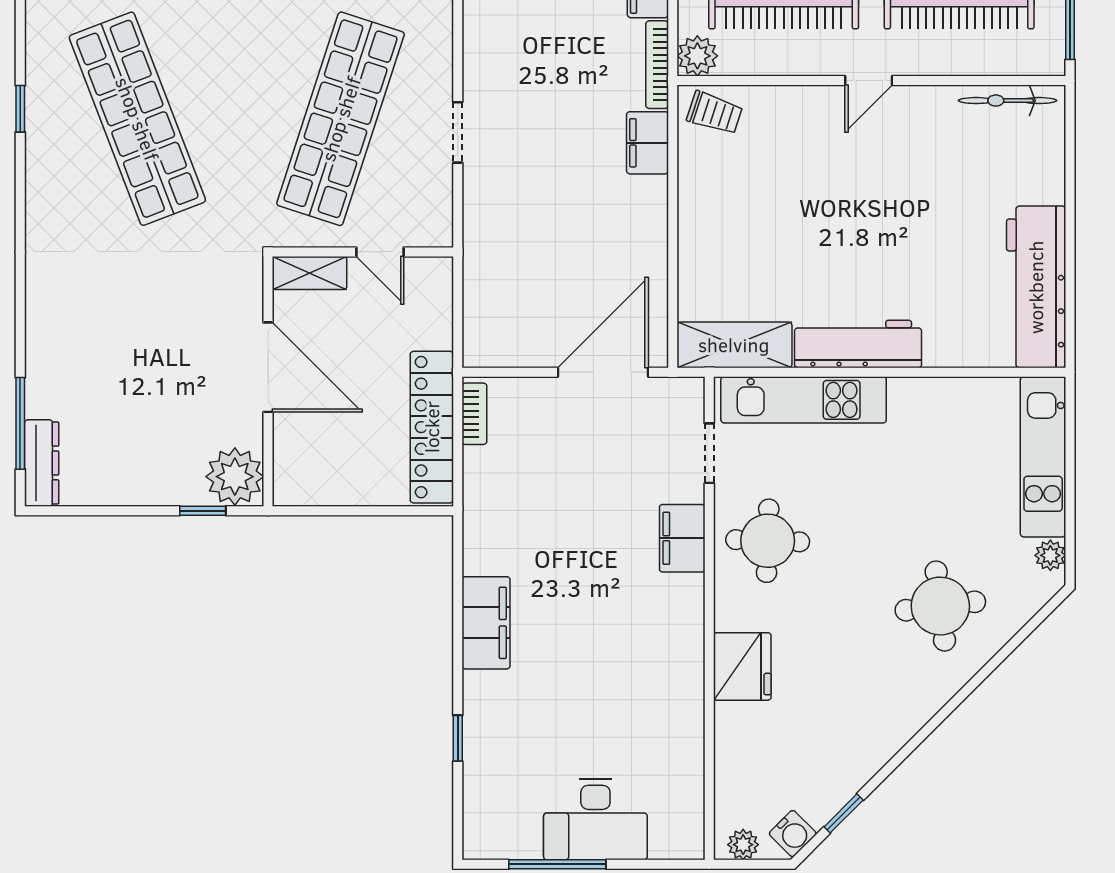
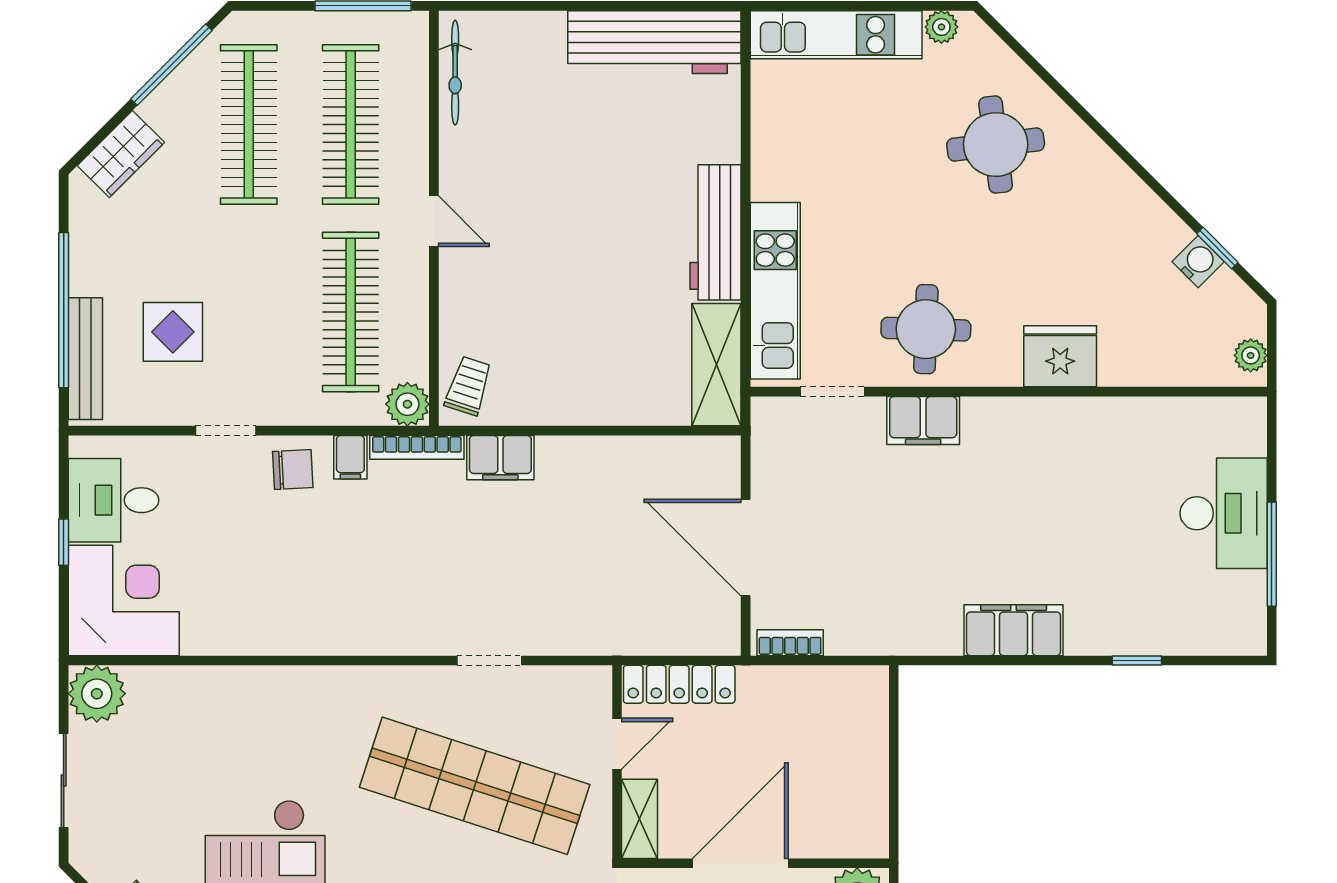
door: (603, 372) -> (746, 547), moved
locker: (432, 427) -> (679, 684), moved, width x0.71, depth x0.83
water cooler: (793, 834) -> (1198, 262), moved

